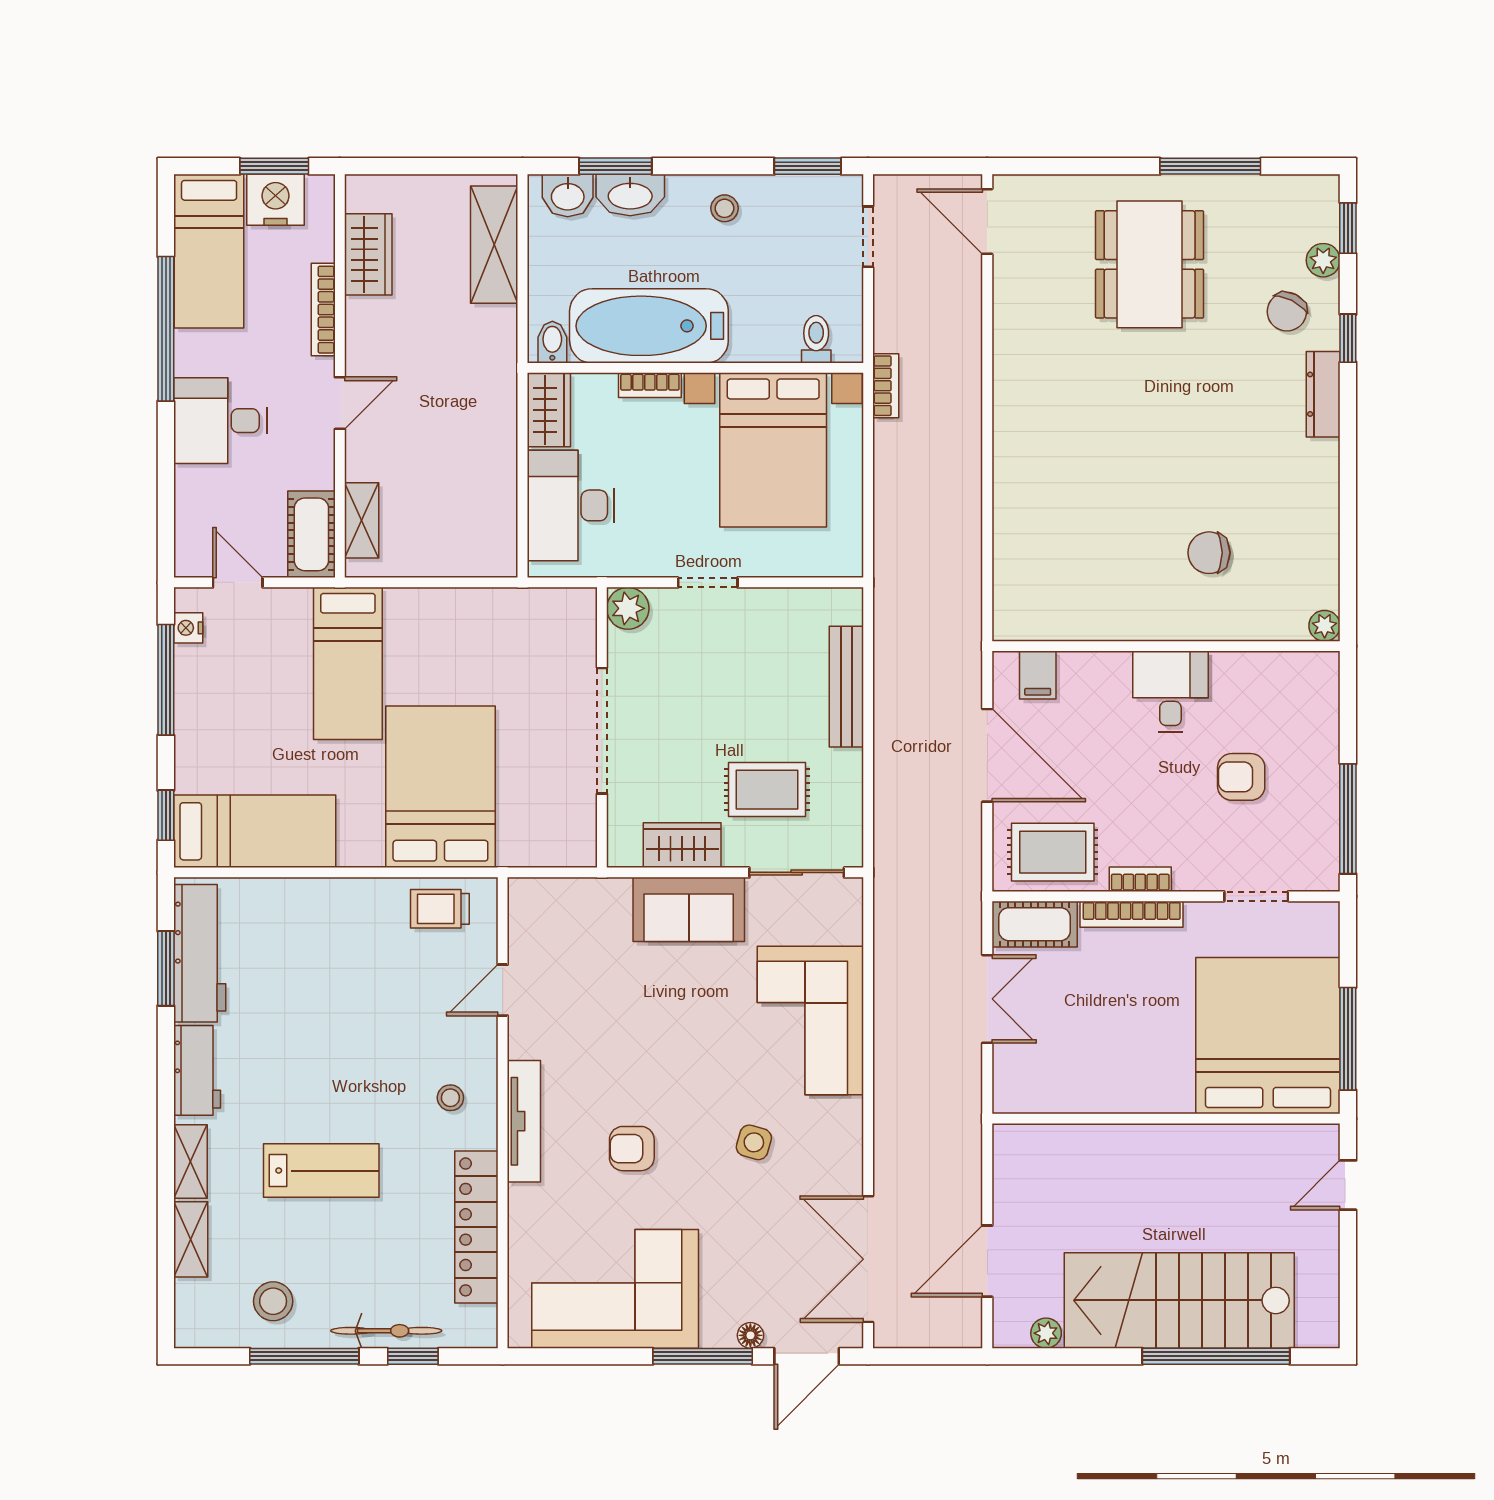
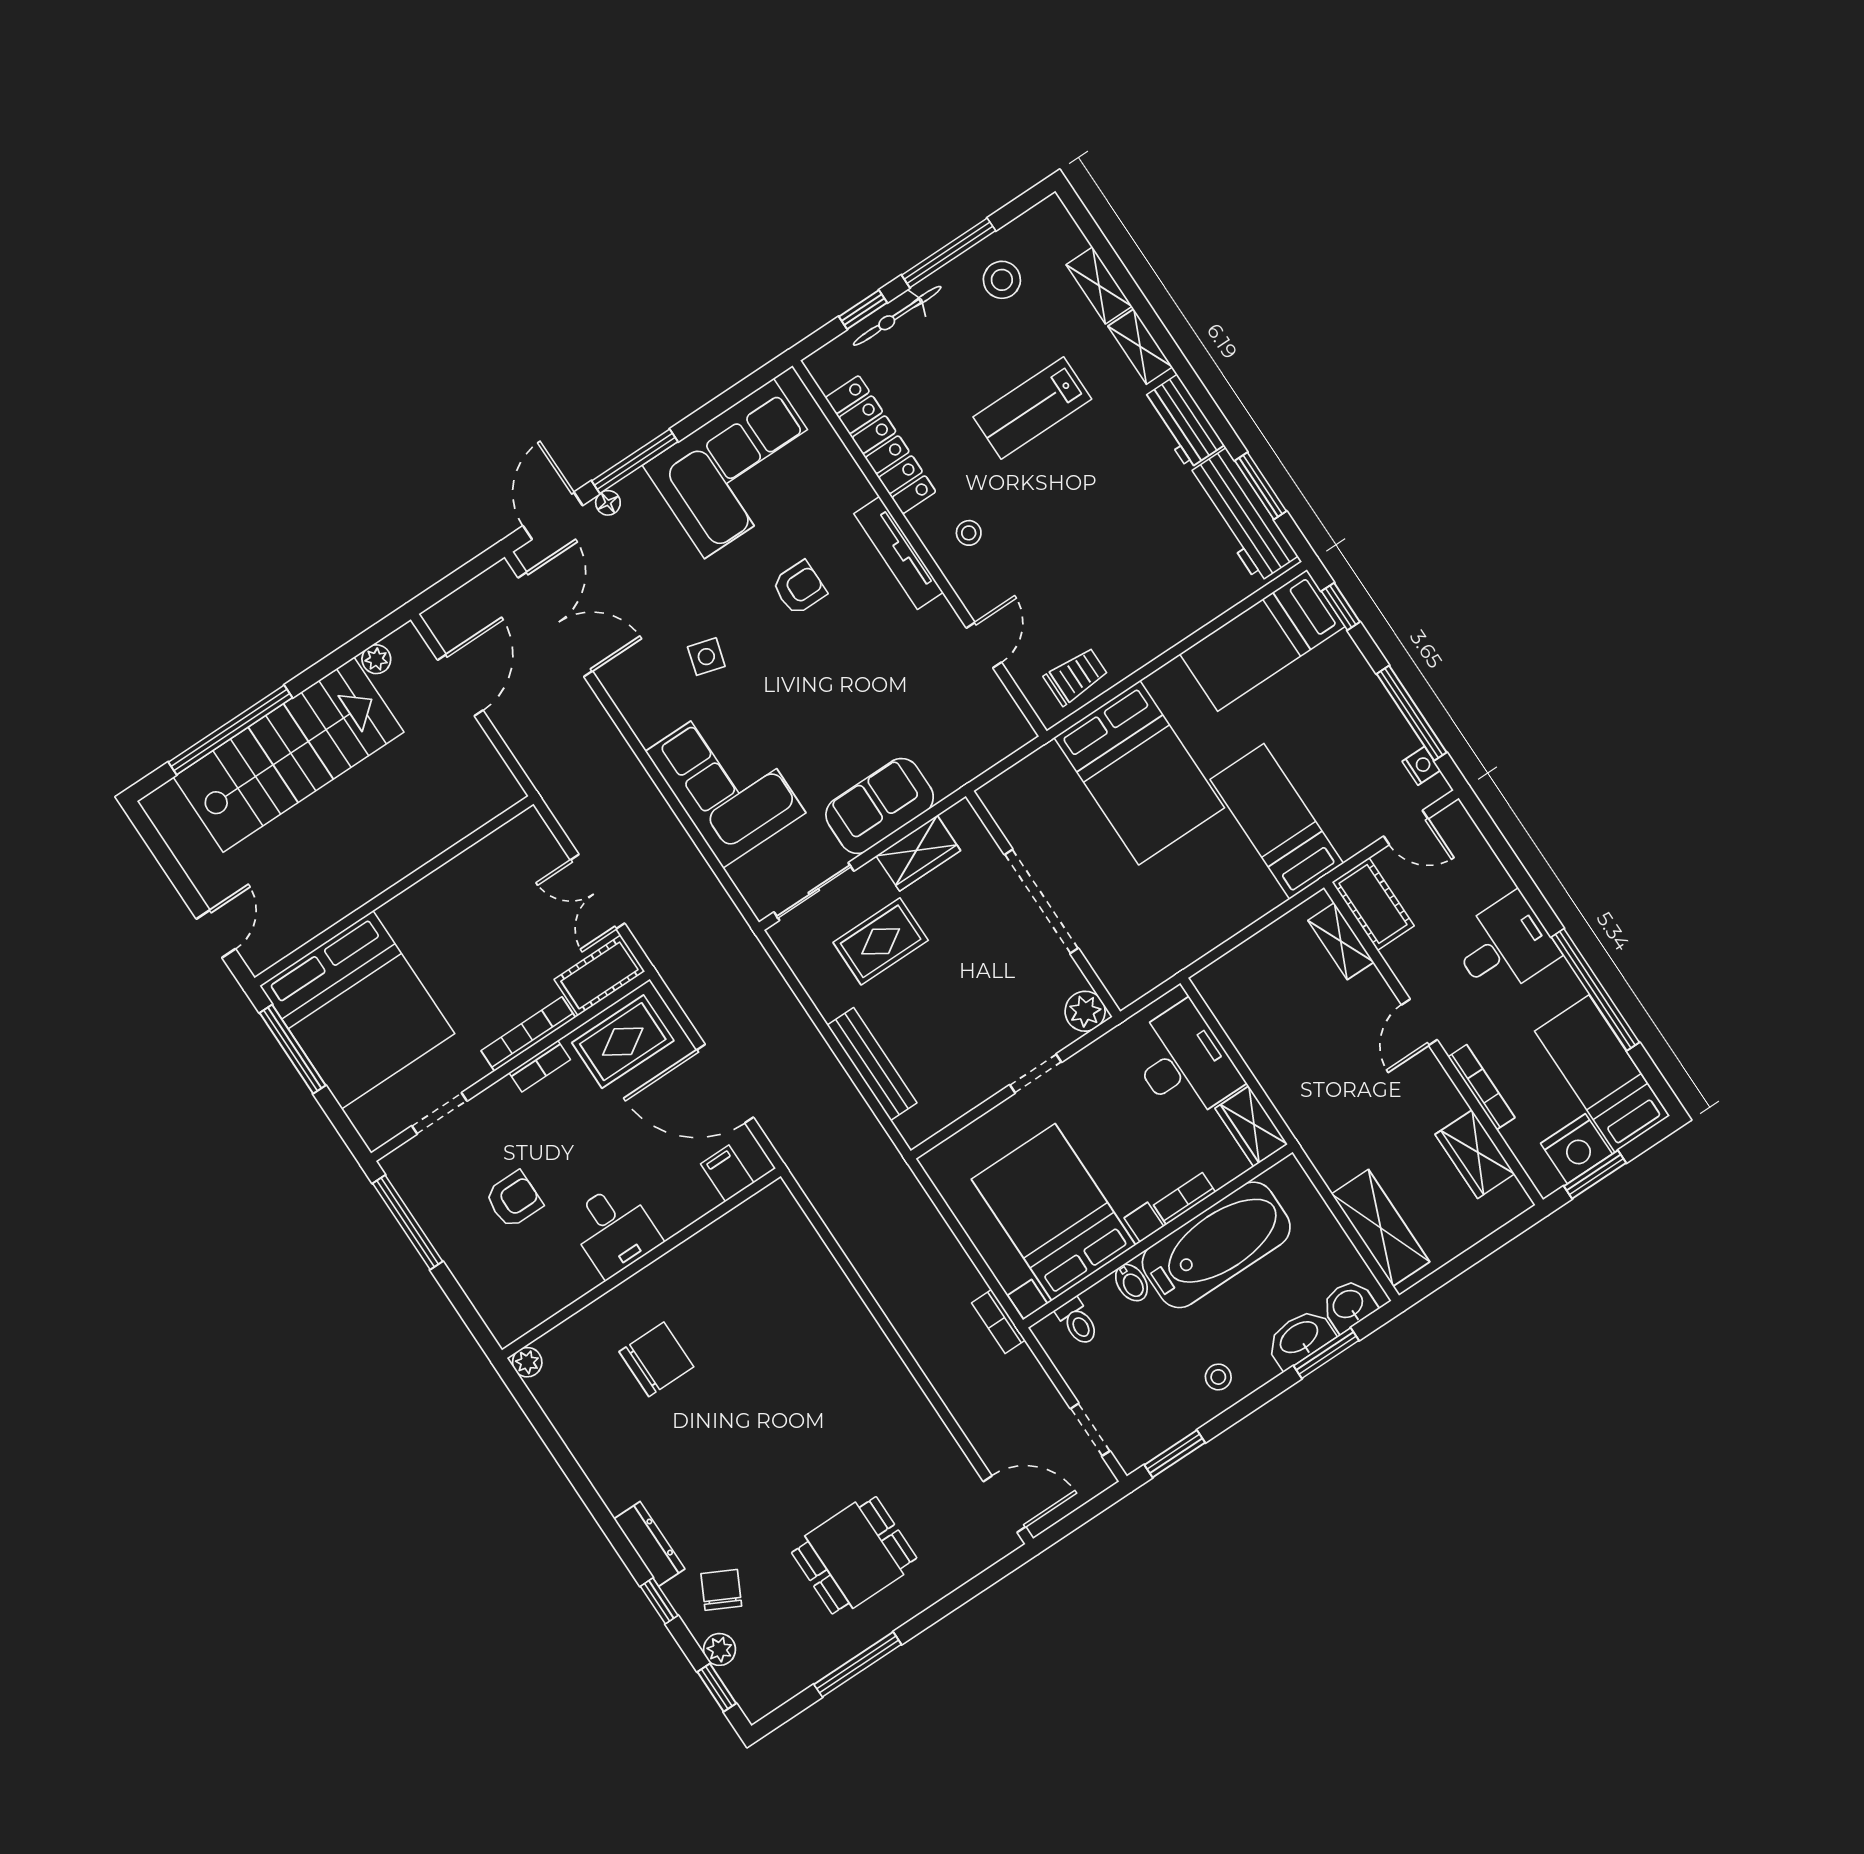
dining table: (1150, 264) -> (854, 1555), width x0.73
bidet: (552, 342) -> (1131, 1283), moved
chair: (1209, 553) -> (656, 1359), width x1.37, depth x1.37

